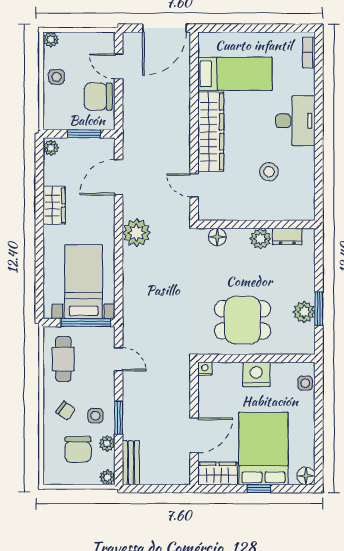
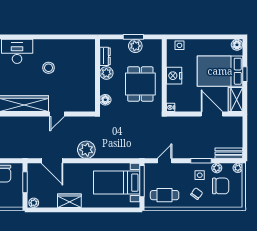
wall: (256, 224) -> (98, 75), moved
dresser: (287, 236) -> (105, 56), moved
floor lamp: (217, 237) -> (105, 100), moved
plant: (260, 239) -> (106, 73), moved

